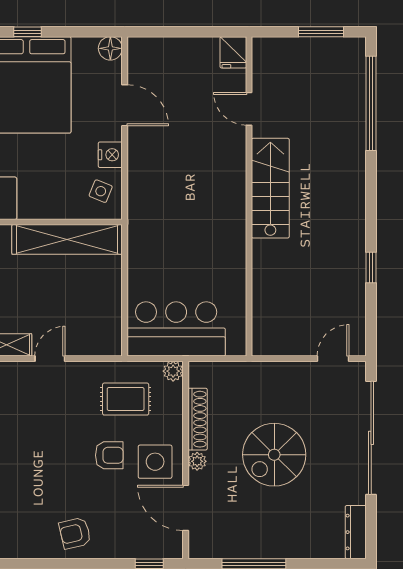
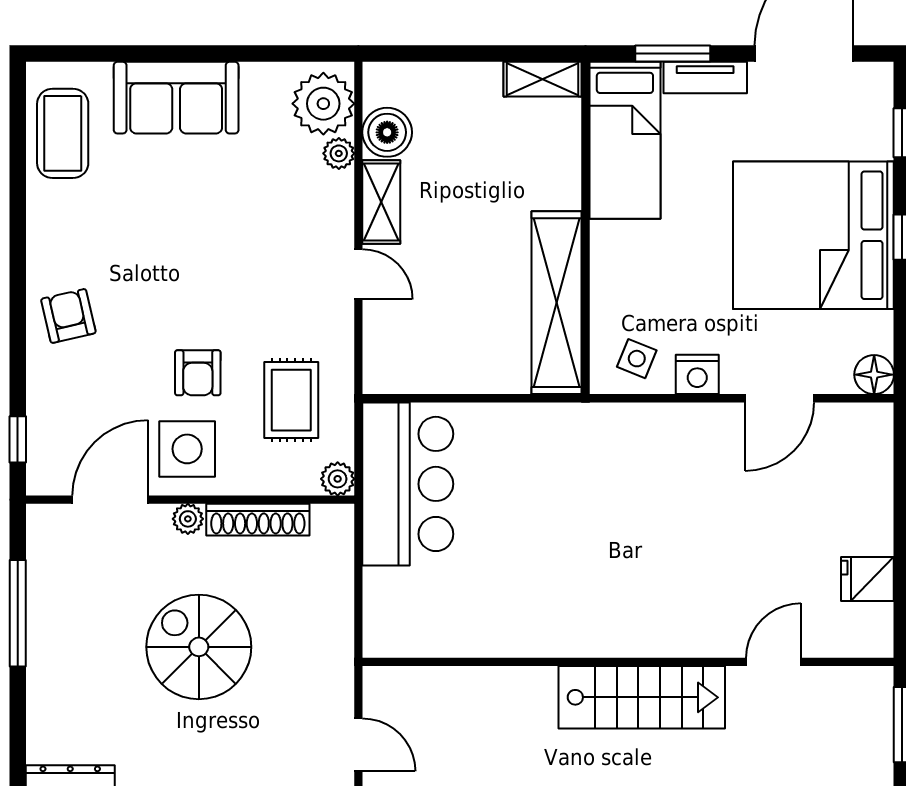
door: (249, 109) -> (774, 662), moved
stairs: (270, 188) -> (642, 697), moved
wall: (249, 196) -> (628, 662), moved

